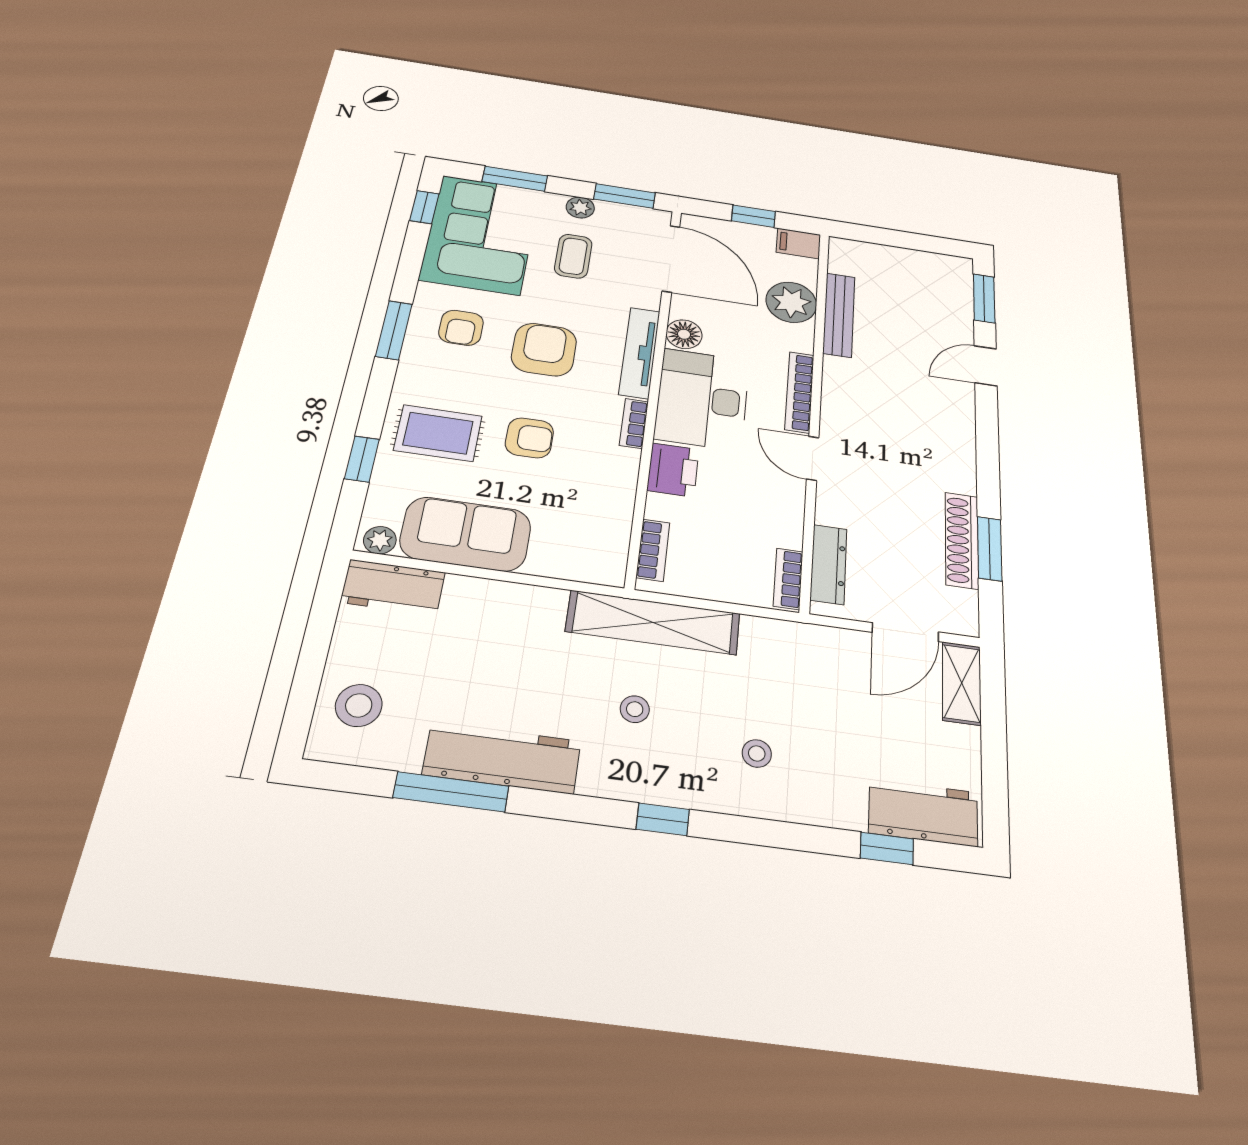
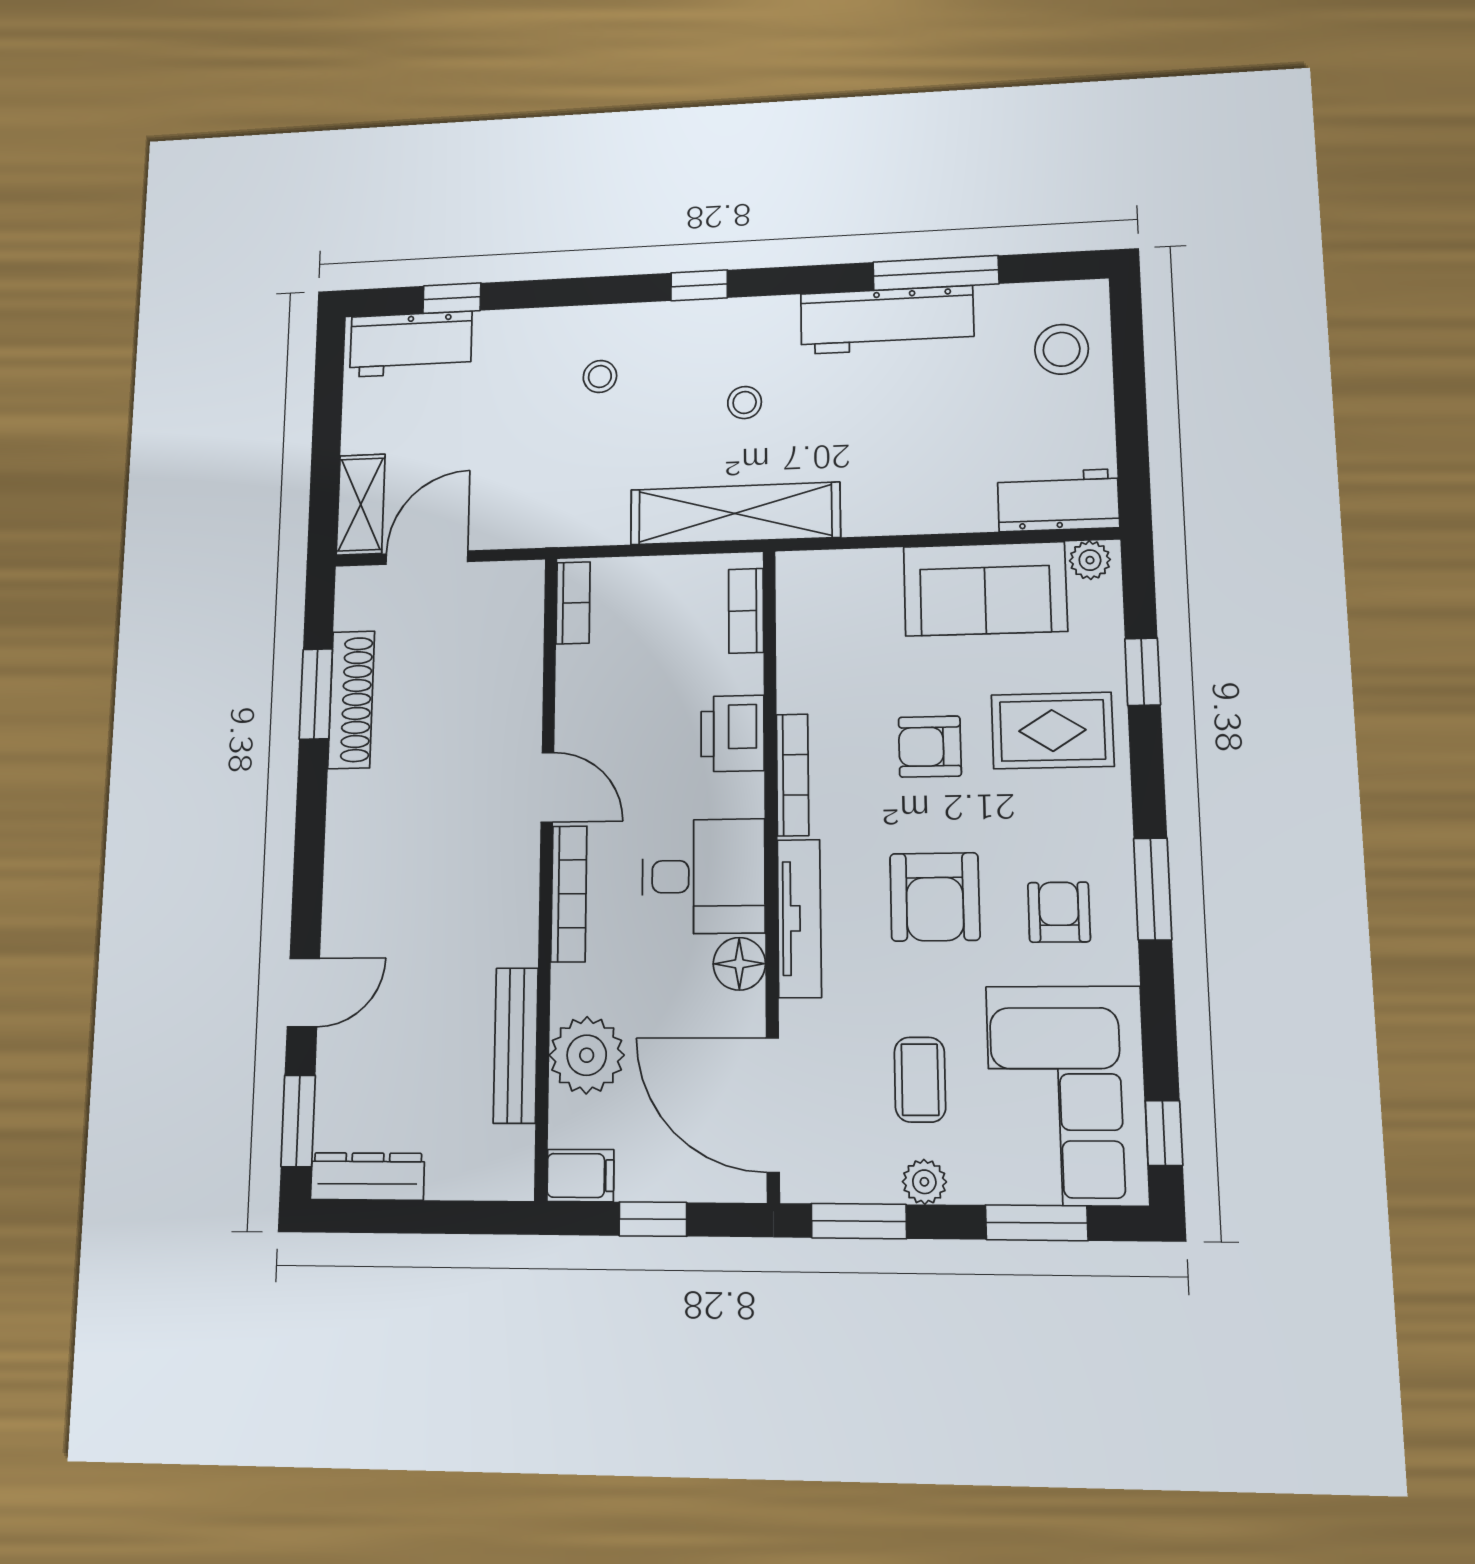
desk: (702, 399) -> (703, 876), width x0.73
bookcase: (634, 423) -> (793, 775), width x1.56
dresser: (829, 564) -> (367, 1176), moved, turned 90

